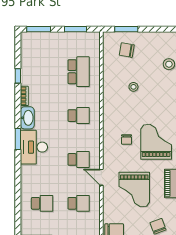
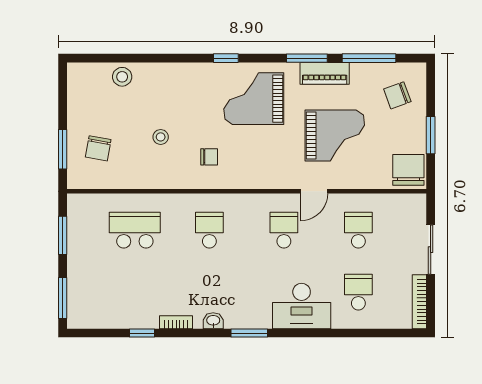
washbasin: (27, 118) -> (213, 321), width x0.52, depth x0.69
chair: (127, 139) -> (209, 157), moved
desk: (34, 147) -> (302, 306), moved

